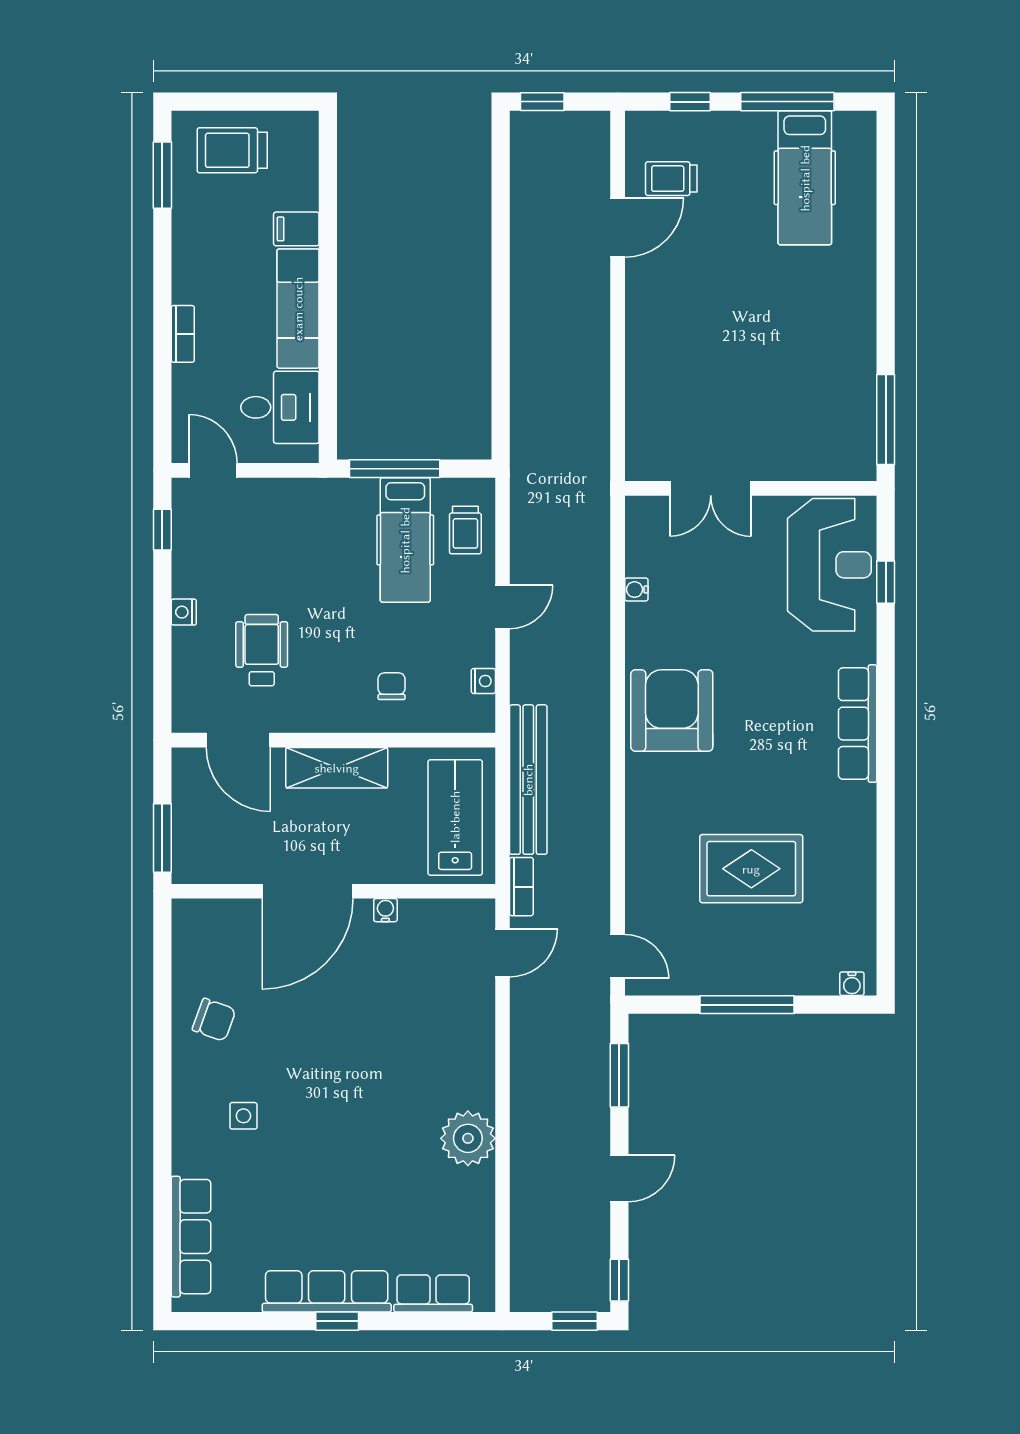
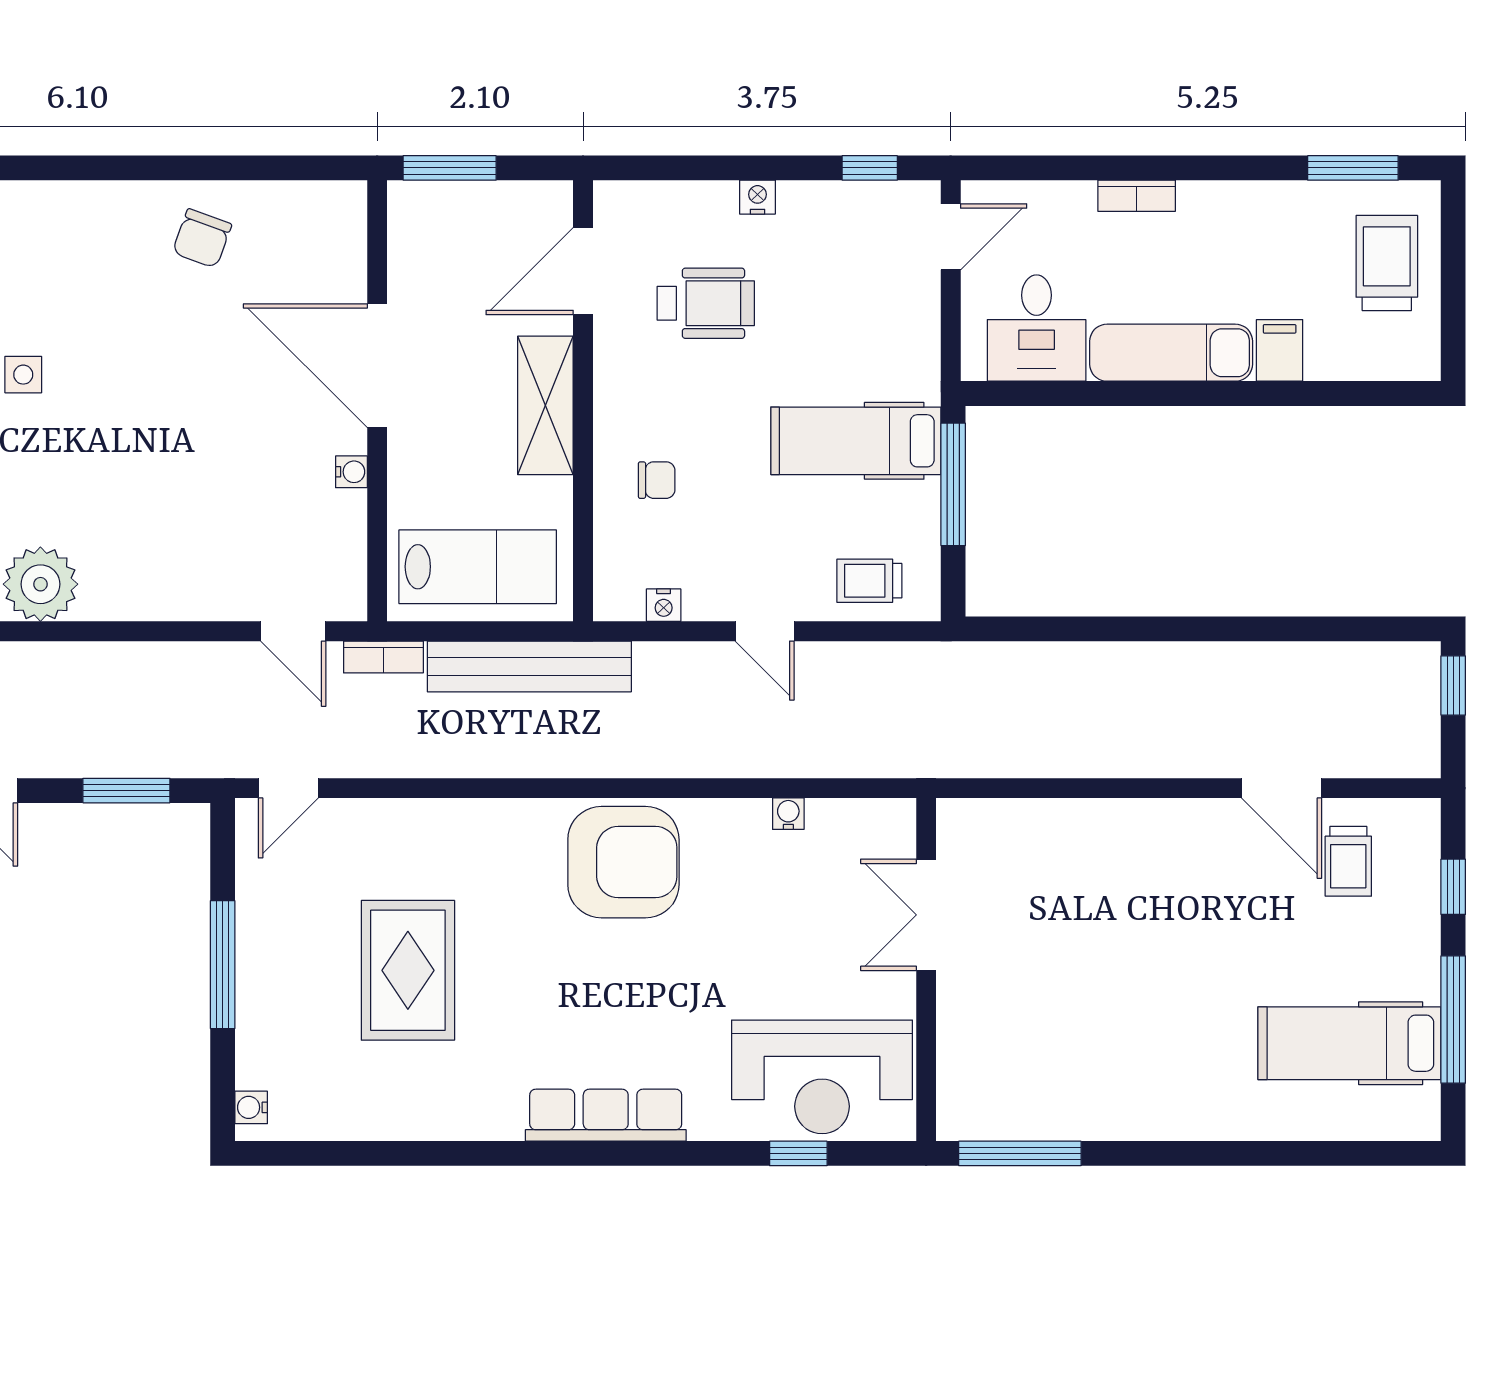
trolley: (671, 179) -> (1348, 861), turned 180
hospital bed: (405, 540) -> (856, 441), moved
side table: (243, 1116) -> (23, 375), moved

